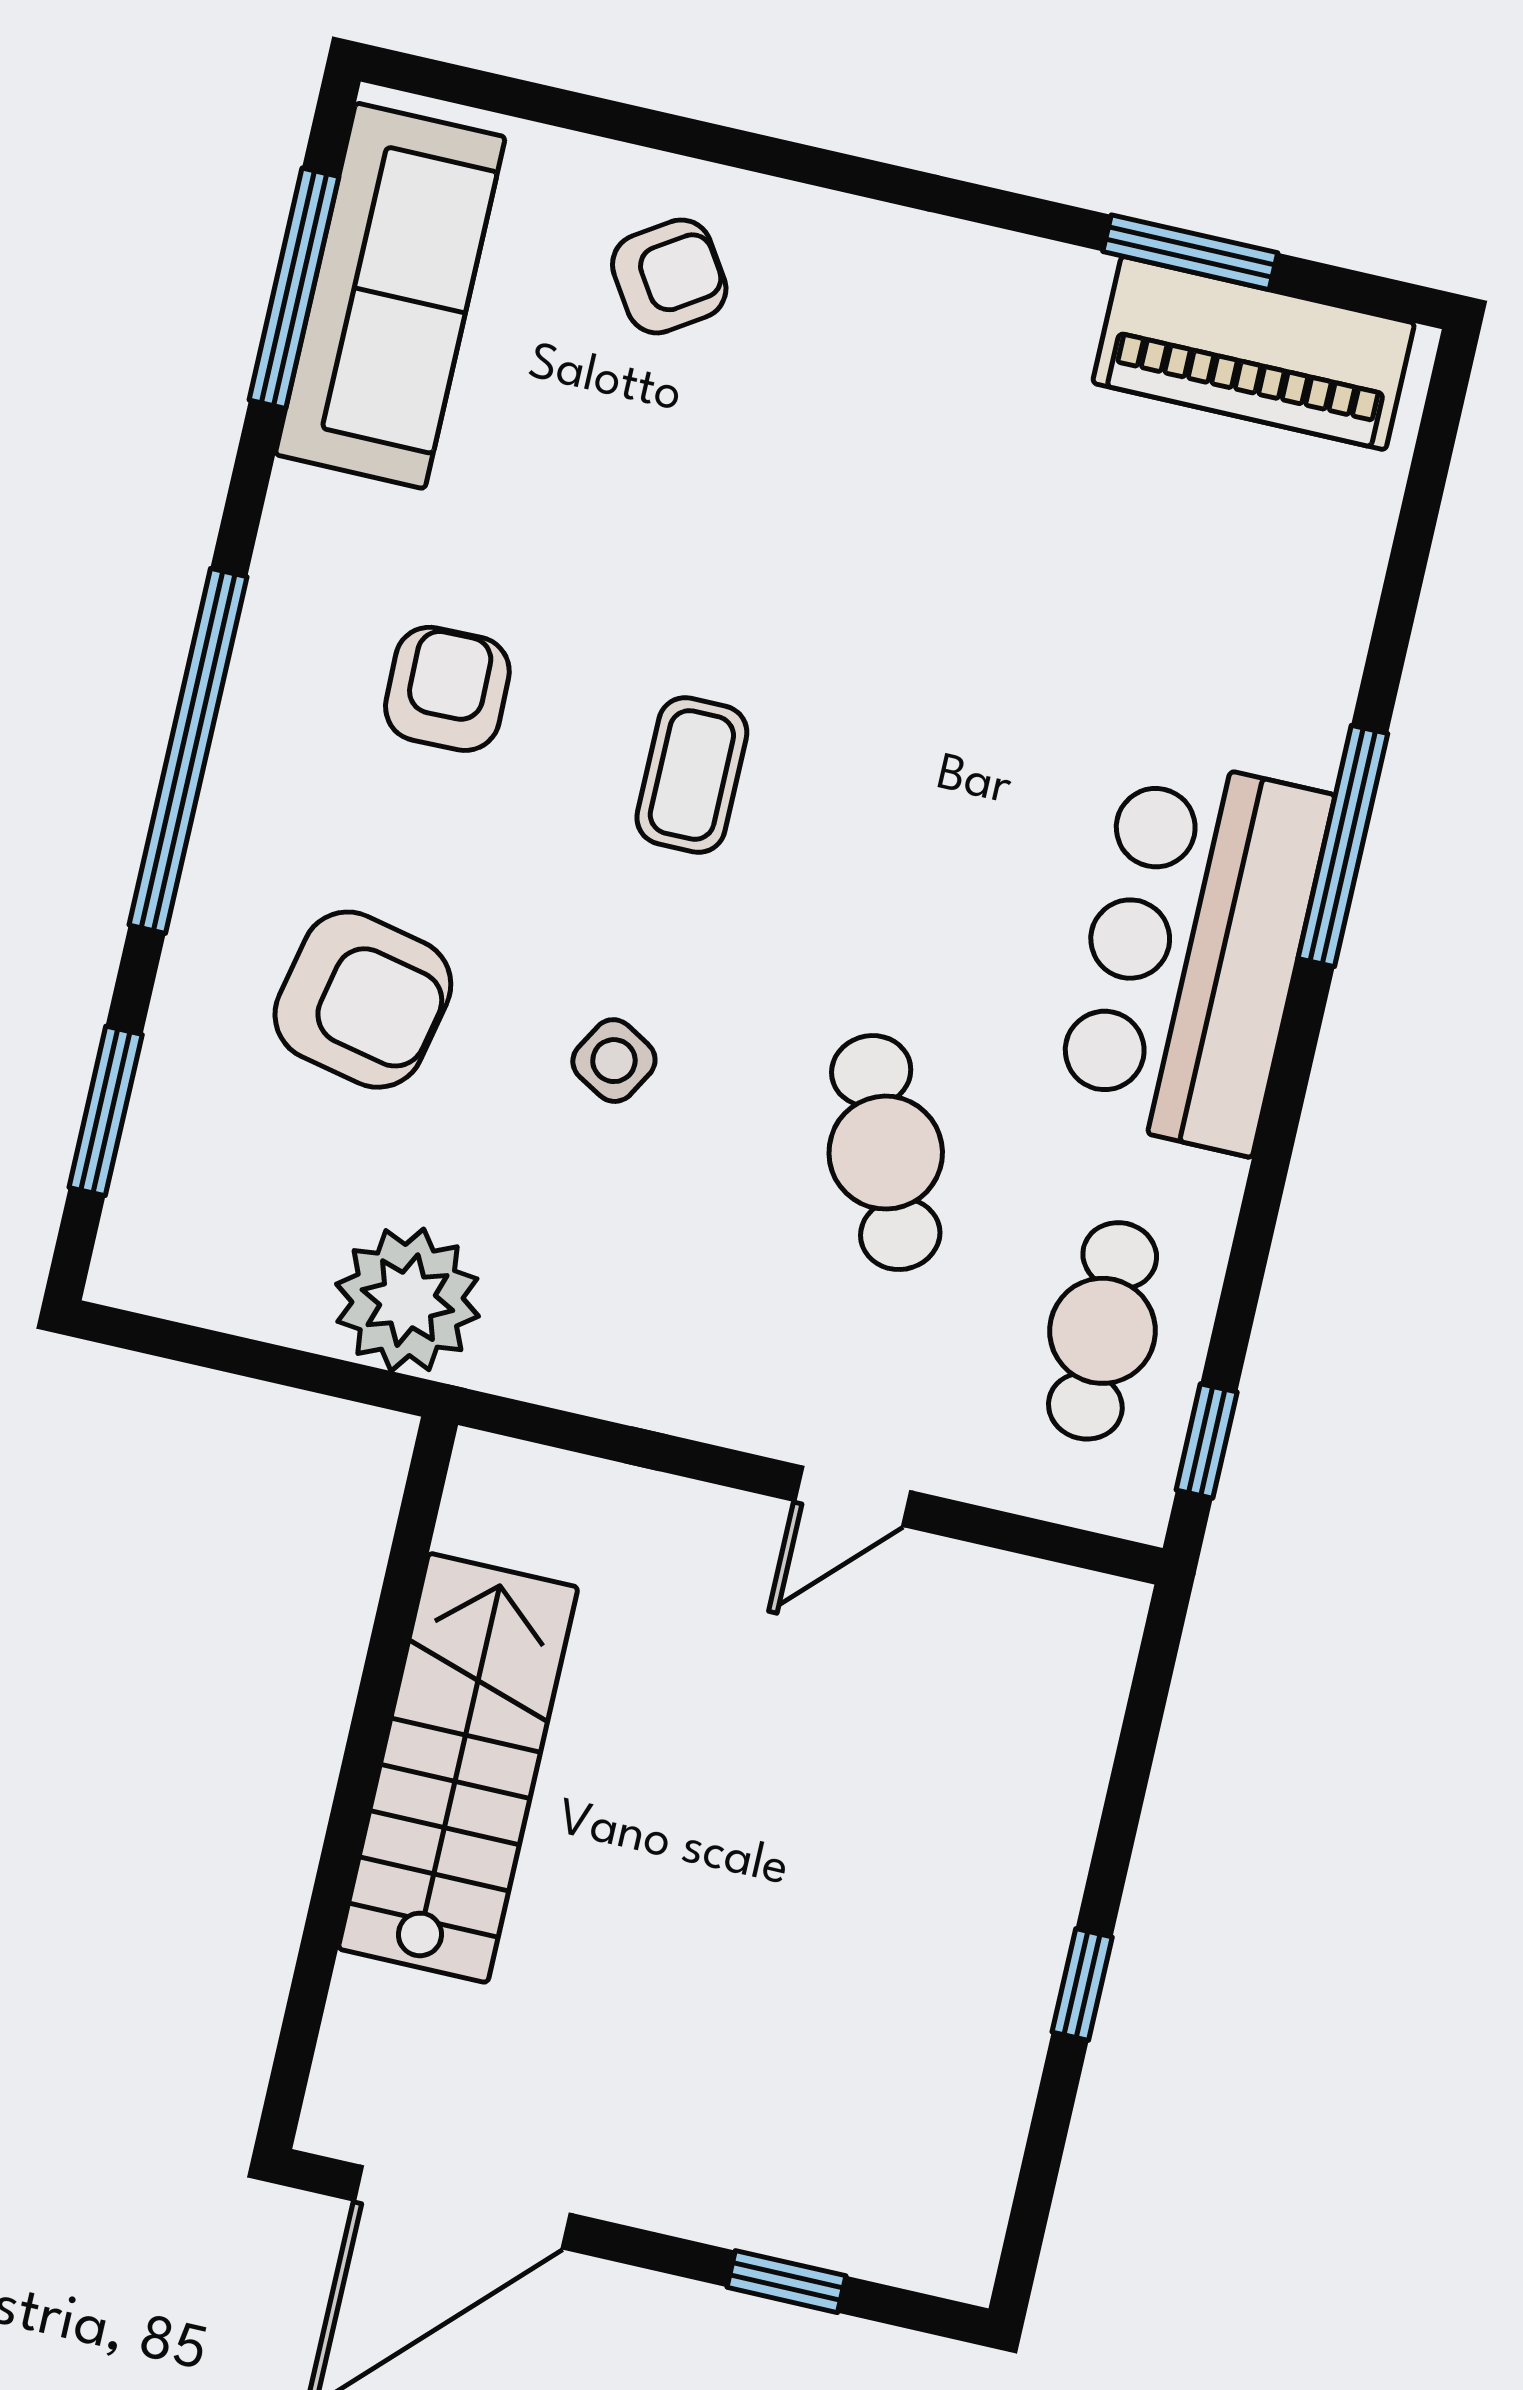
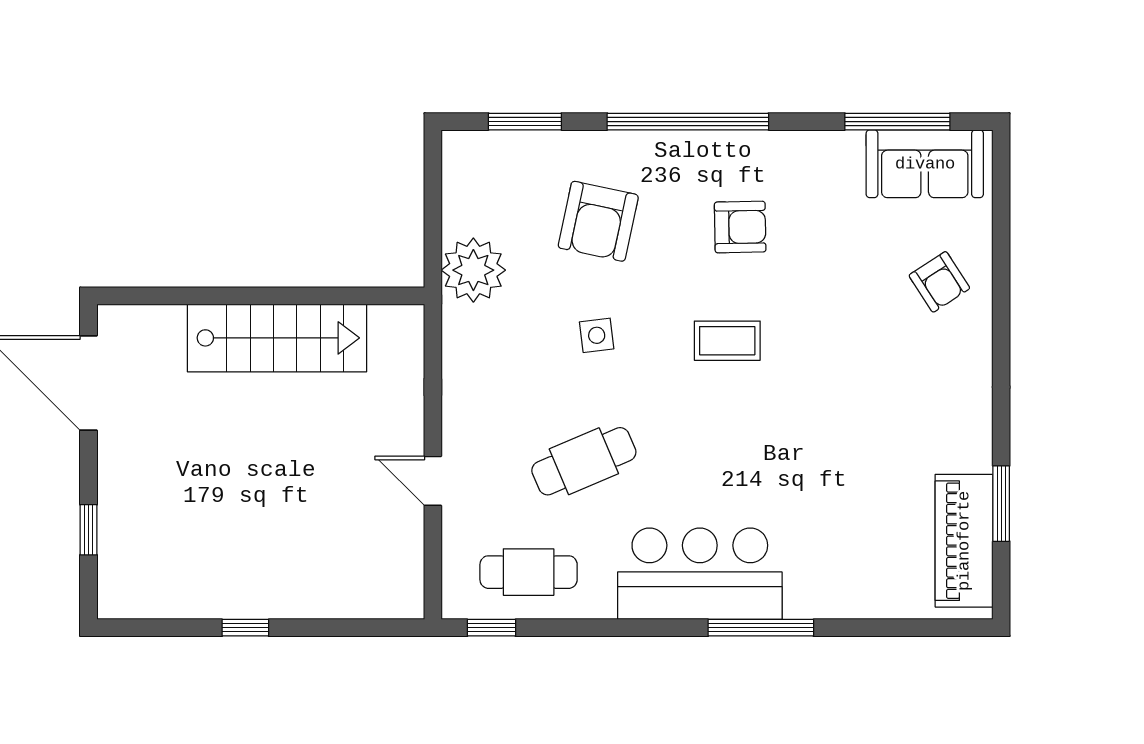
sofa: (390, 296) -> (925, 164), width x0.73
side table: (614, 1061) -> (597, 335), turned -37

